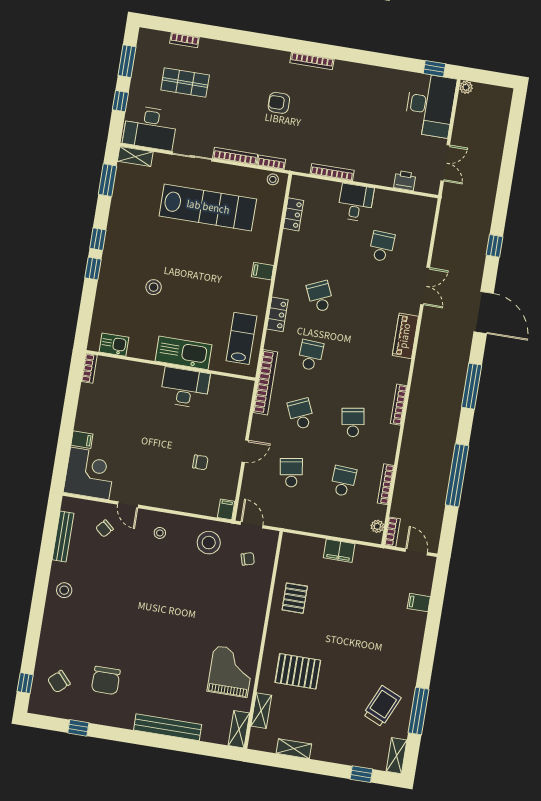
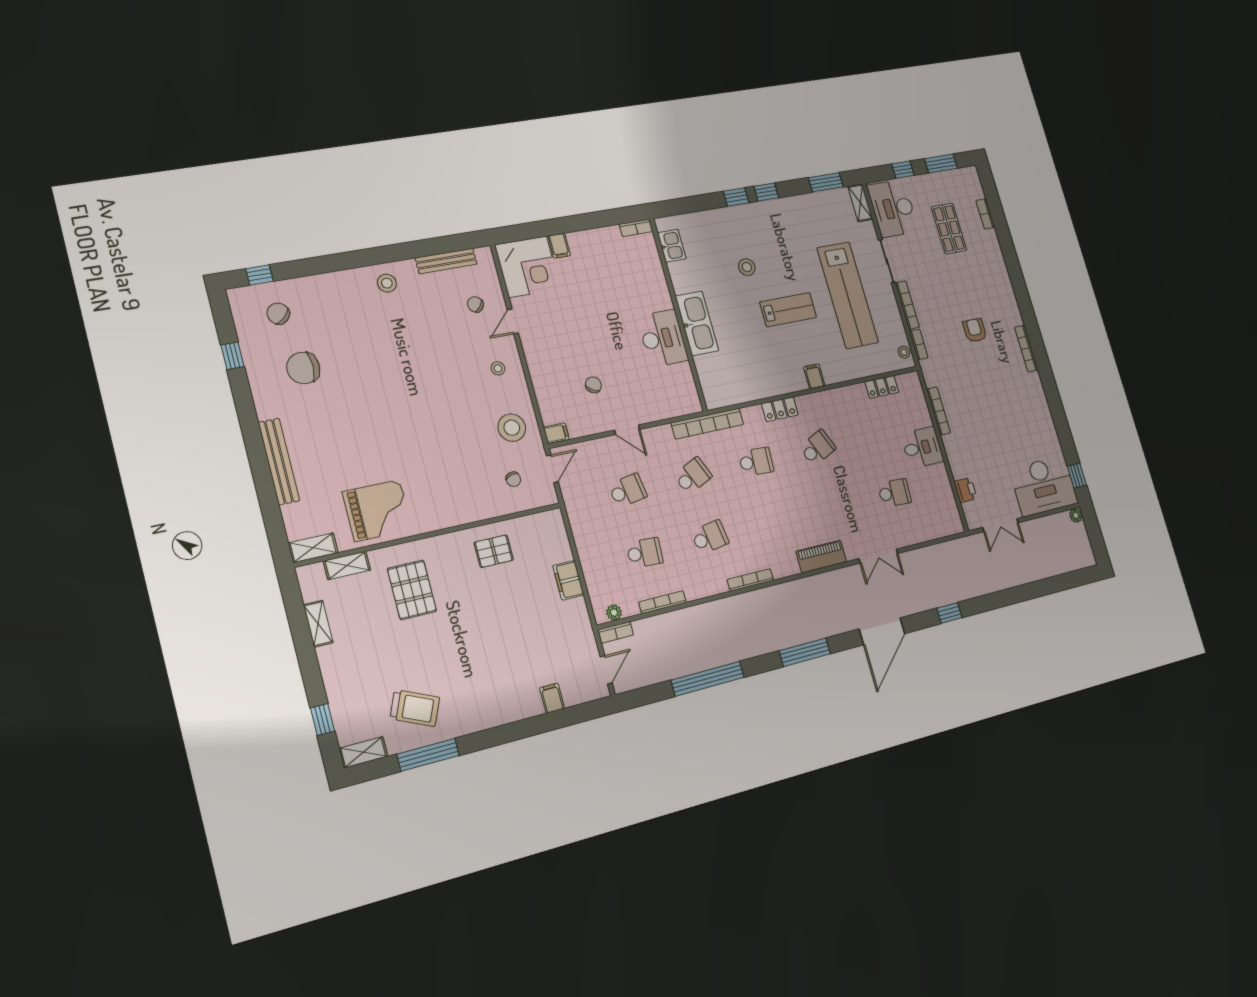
lab bench: (241, 338) -> (788, 310), moved
chair: (200, 462) -> (593, 385), turned -148

